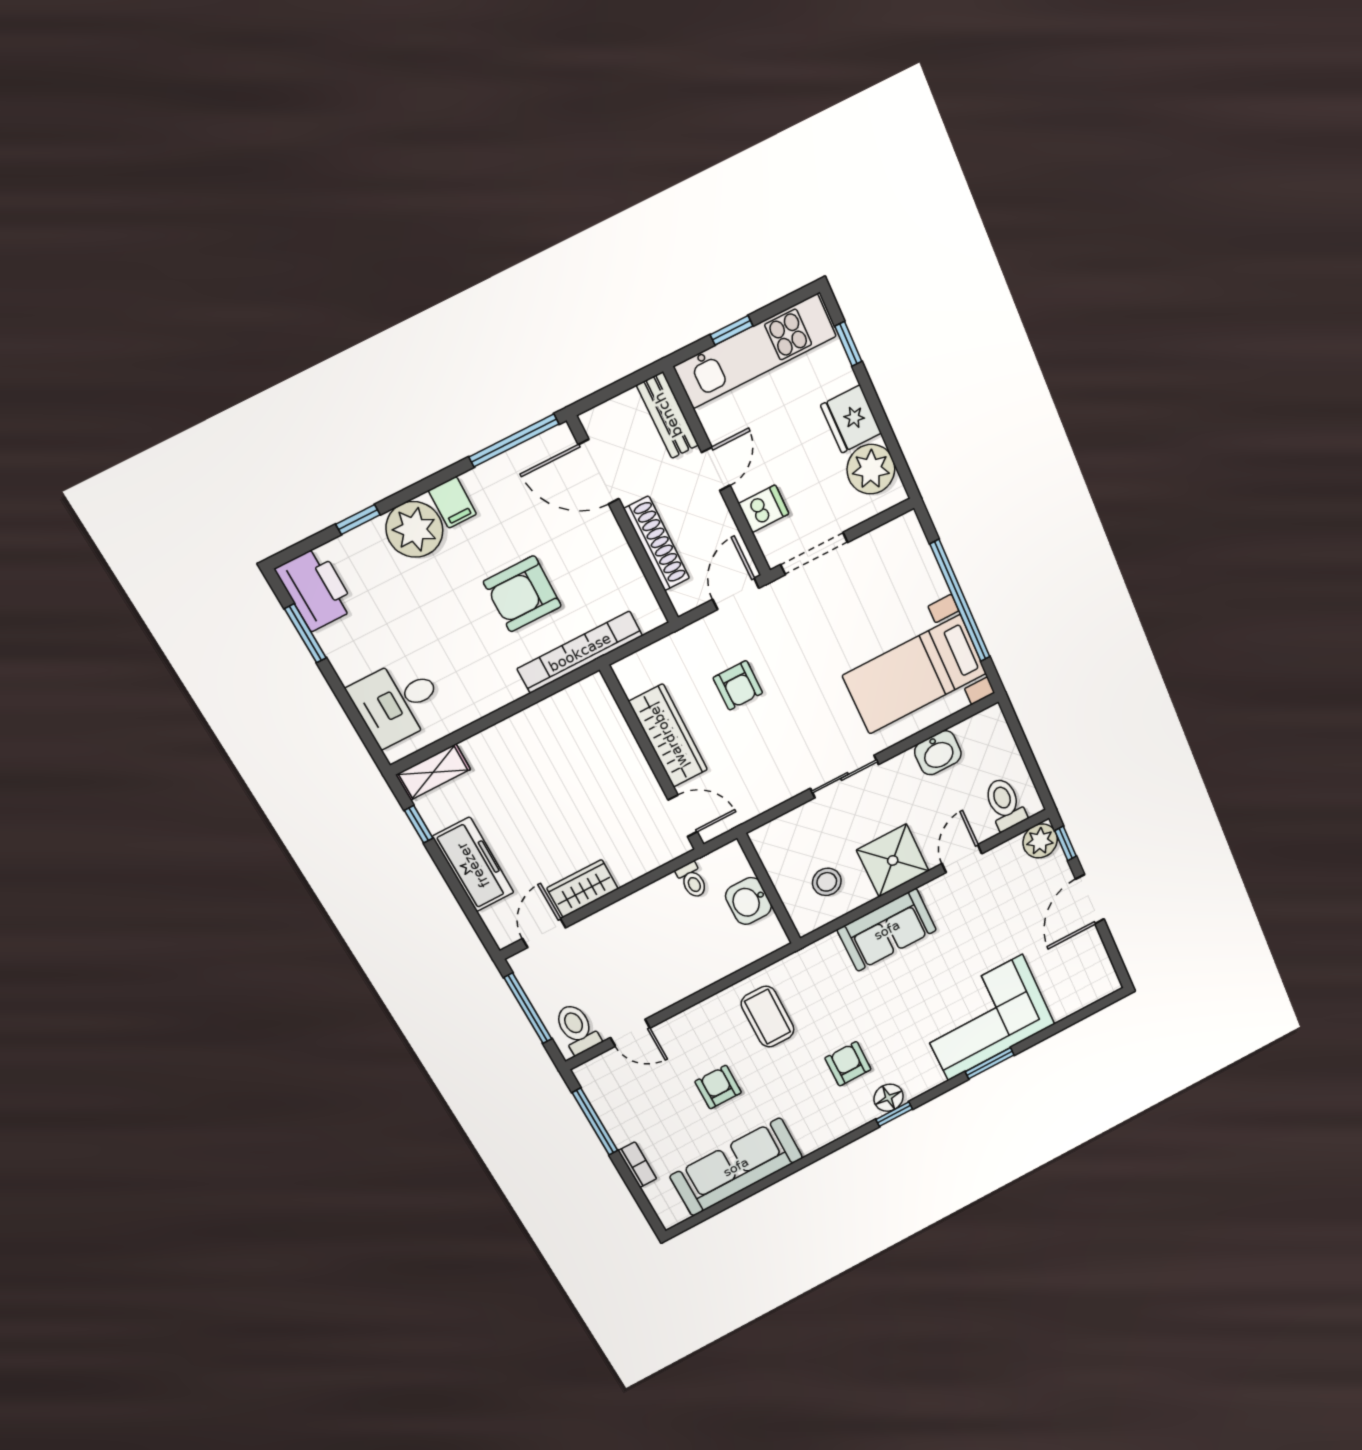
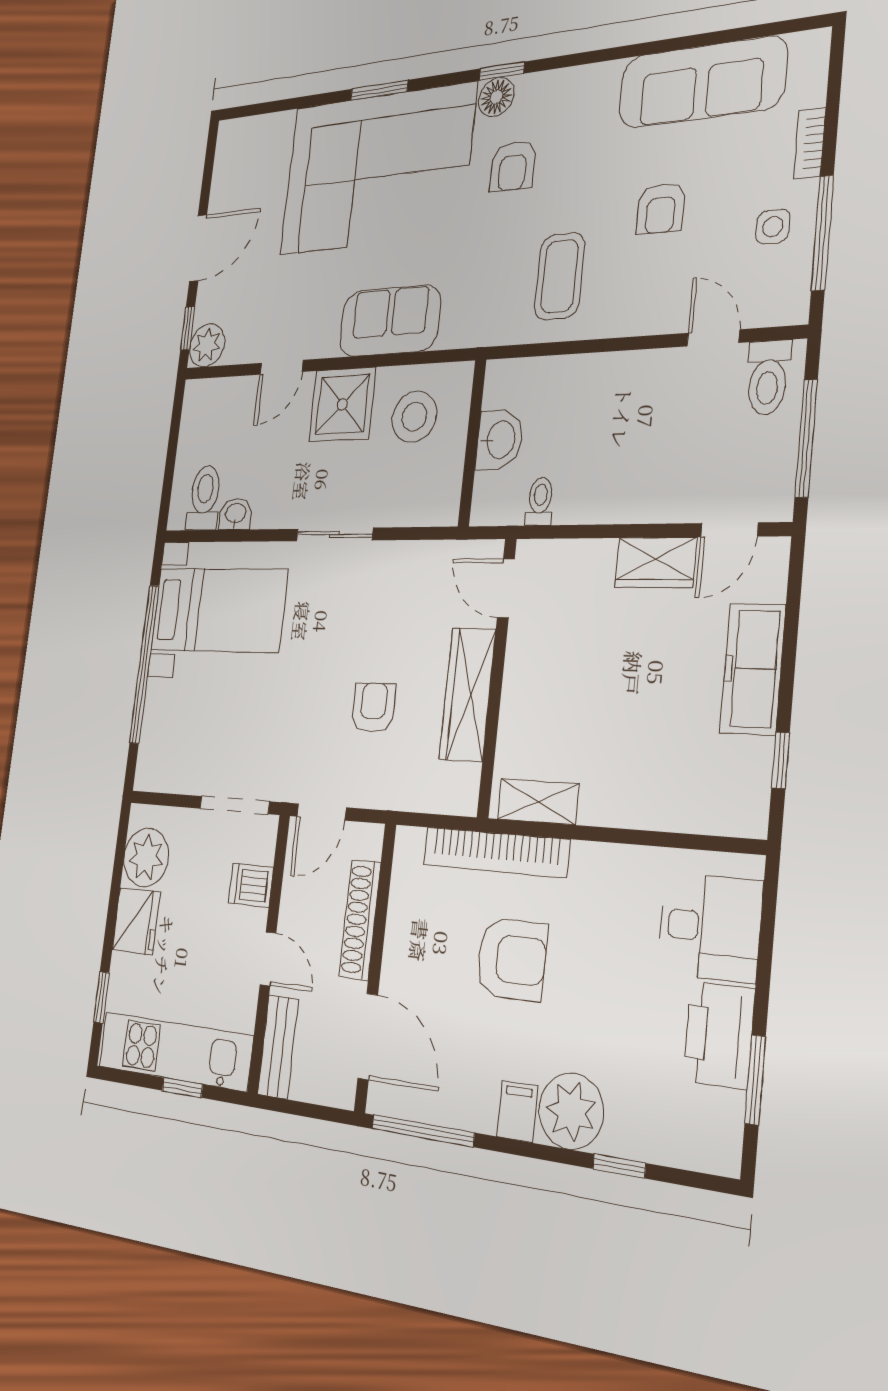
door: (716, 469) -> (268, 959), swing flipped
printer: (316, 589) -> (719, 1035), moved
washbasin: (938, 753) -> (236, 514), width x0.72, depth x0.69
shelving: (433, 772) -> (538, 802), moved
toilet: (1005, 804) -> (204, 498), moved, turned 180
stool: (827, 882) -> (414, 417), width x1.38, depth x1.38
corner sofa: (985, 1018) -> (377, 170), width x1.36, depth x1.36
side table: (631, 1111) -> (773, 226), added

